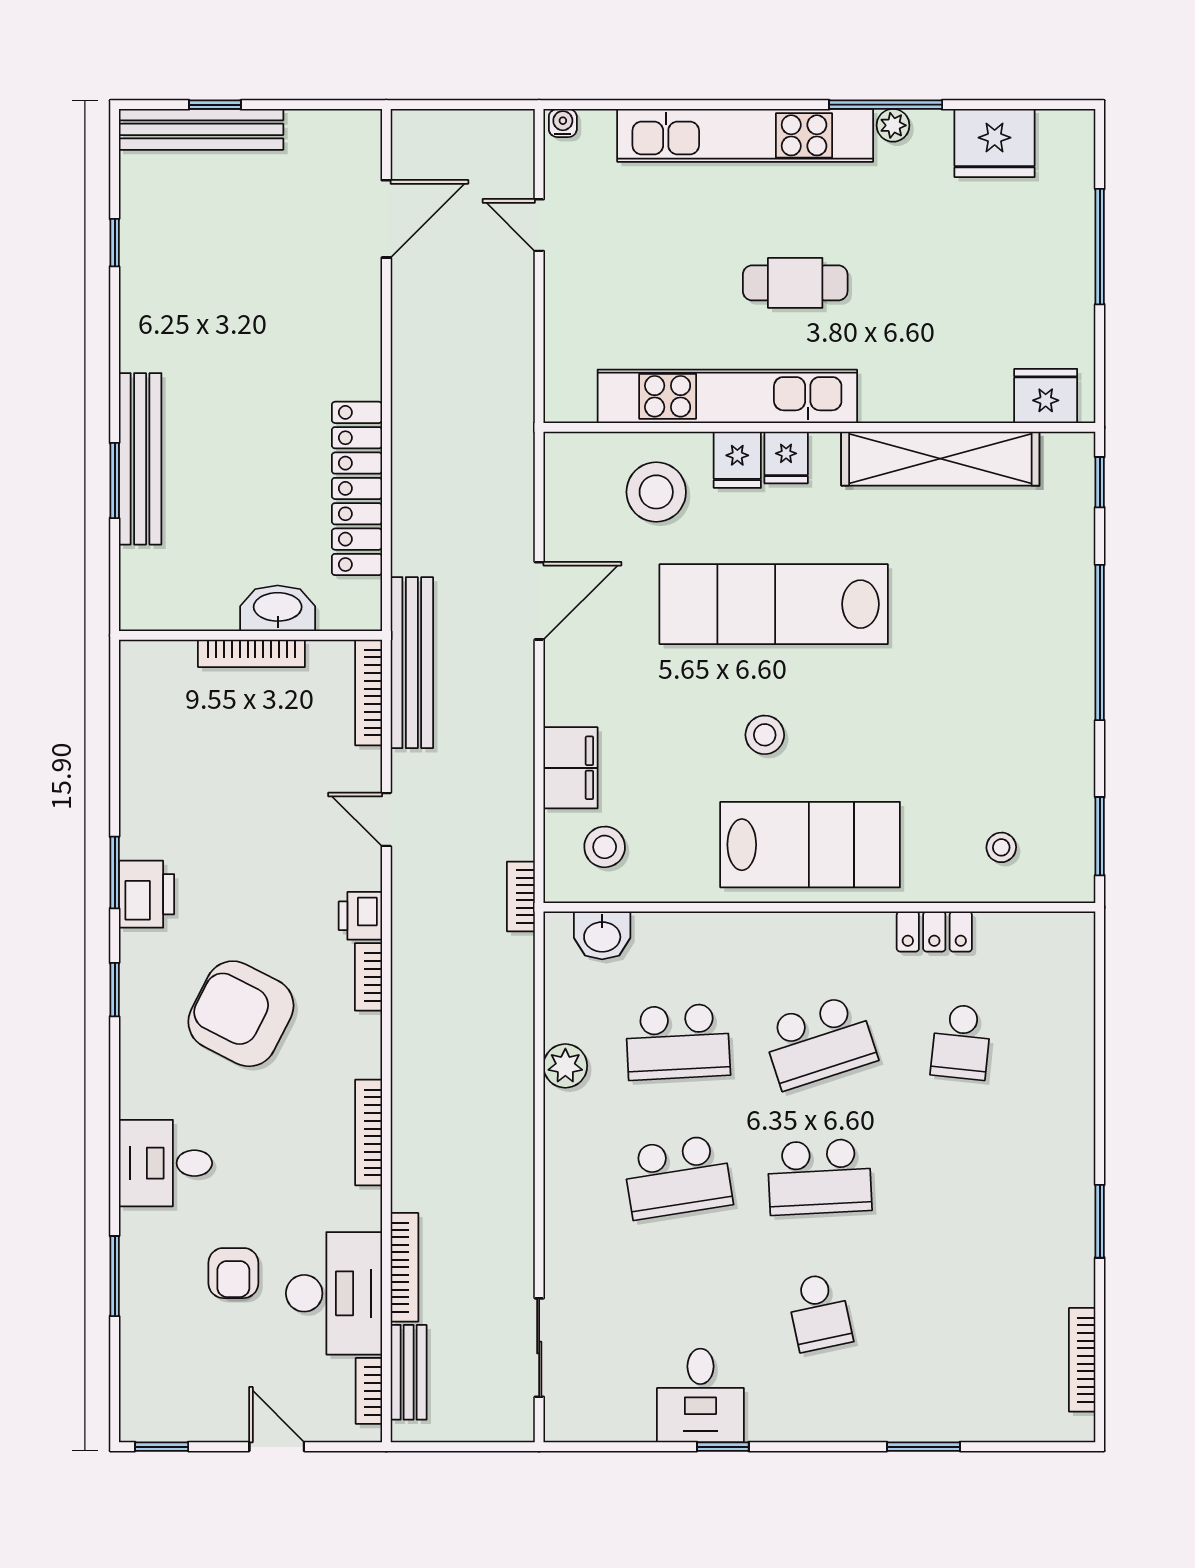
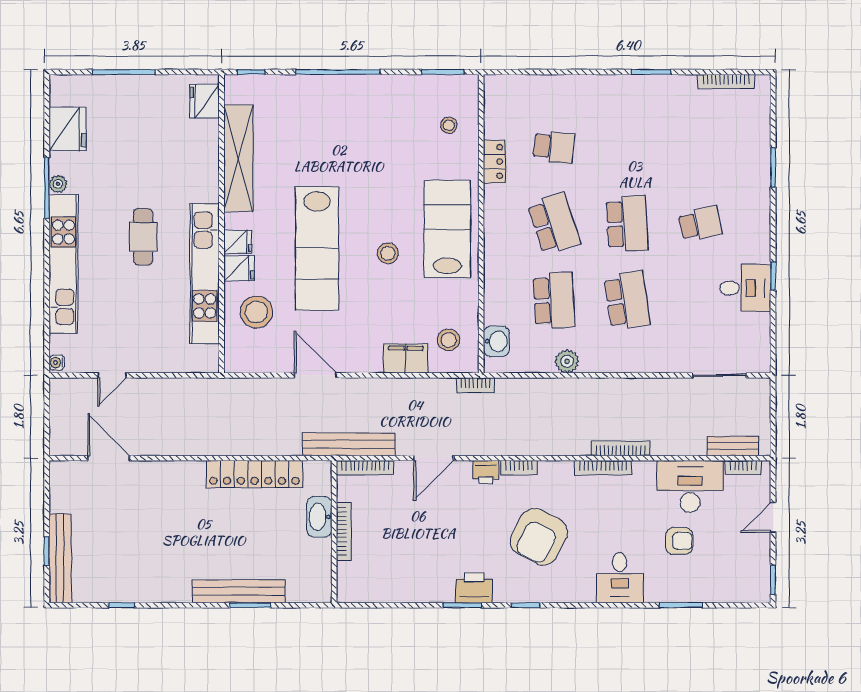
door: (386, 820) -> (434, 458), width x1.38
bookcase: (404, 1267) -> (621, 448), moved

